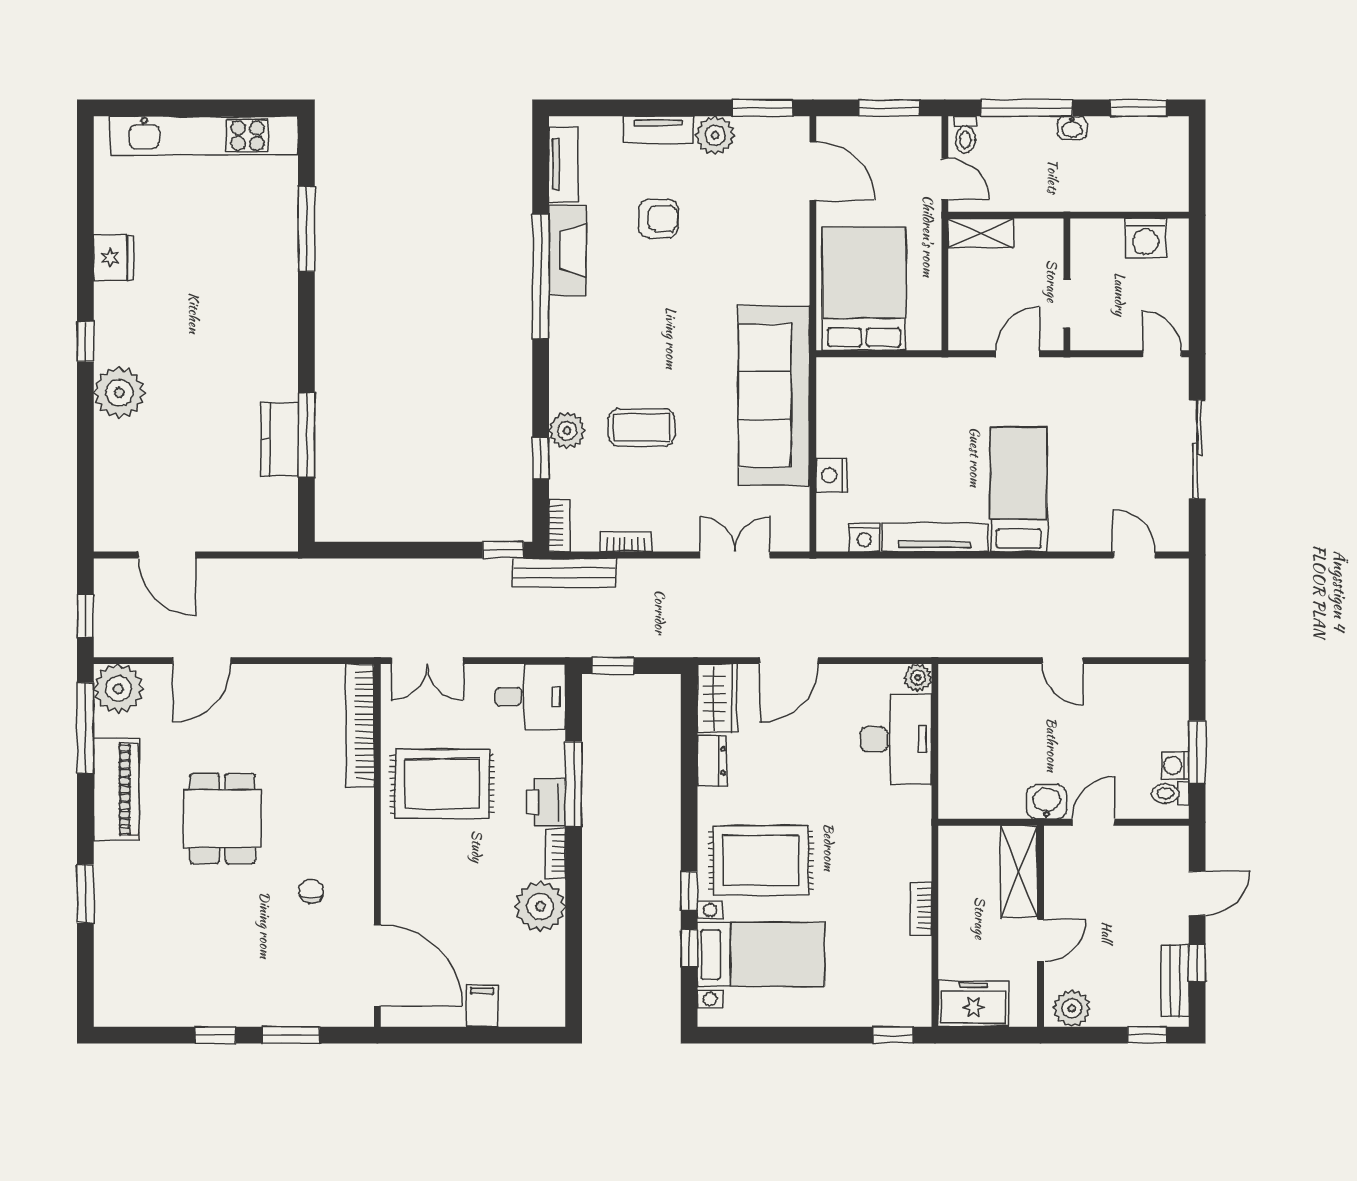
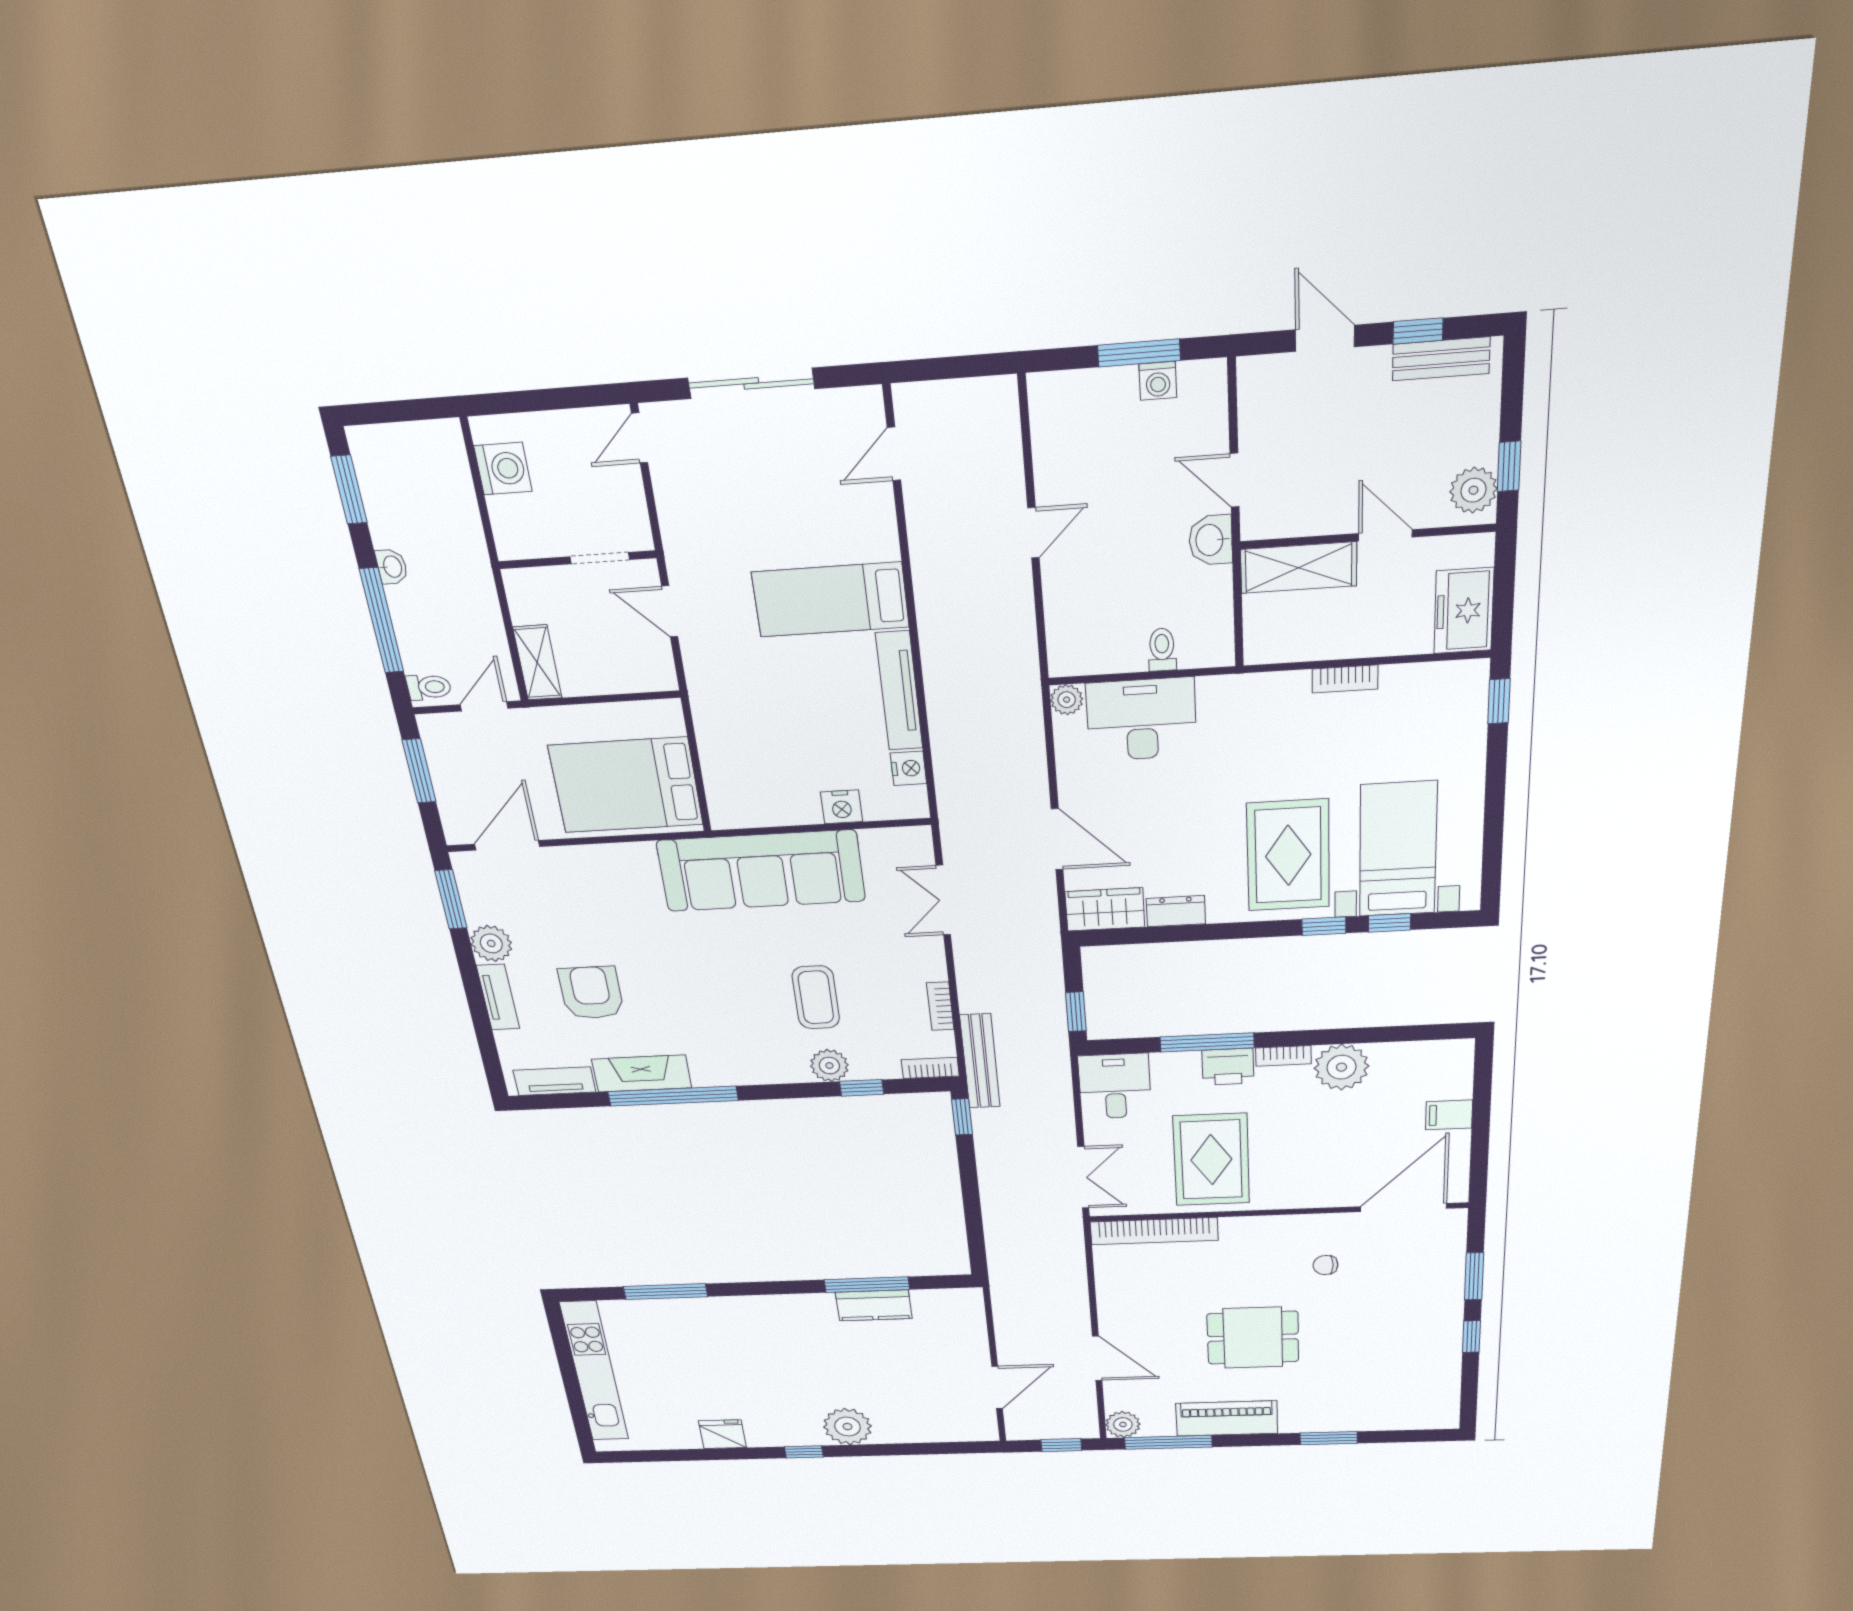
armchair: (658, 218) -> (591, 993), width x1.38, depth x1.38
plant: (118, 689) -> (1123, 1424), width x0.73, depth x0.73
toilet: (1170, 793) -> (1162, 650), moved, turned 180
window: (1147, 1035) -> (1509, 466), moved

